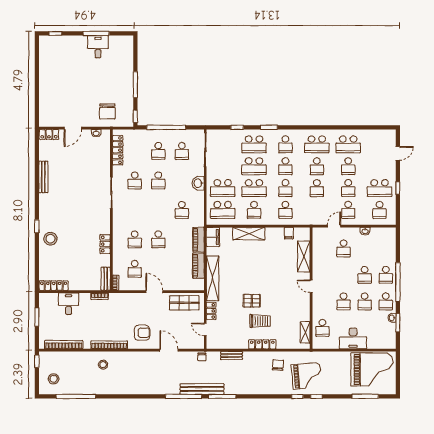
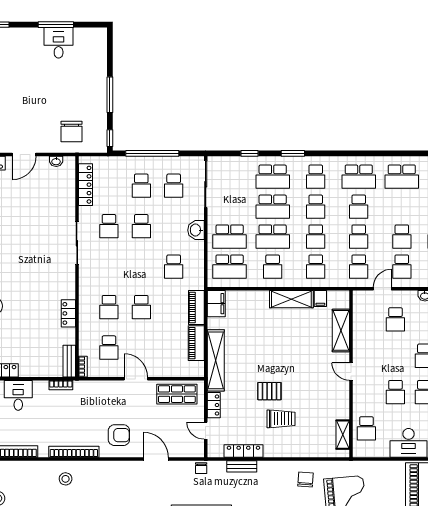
school desk: (348, 166) -> (359, 267), moved
shelving: (249, 234) -> (291, 299), moved
locker: (262, 344) -> (243, 451), moved

